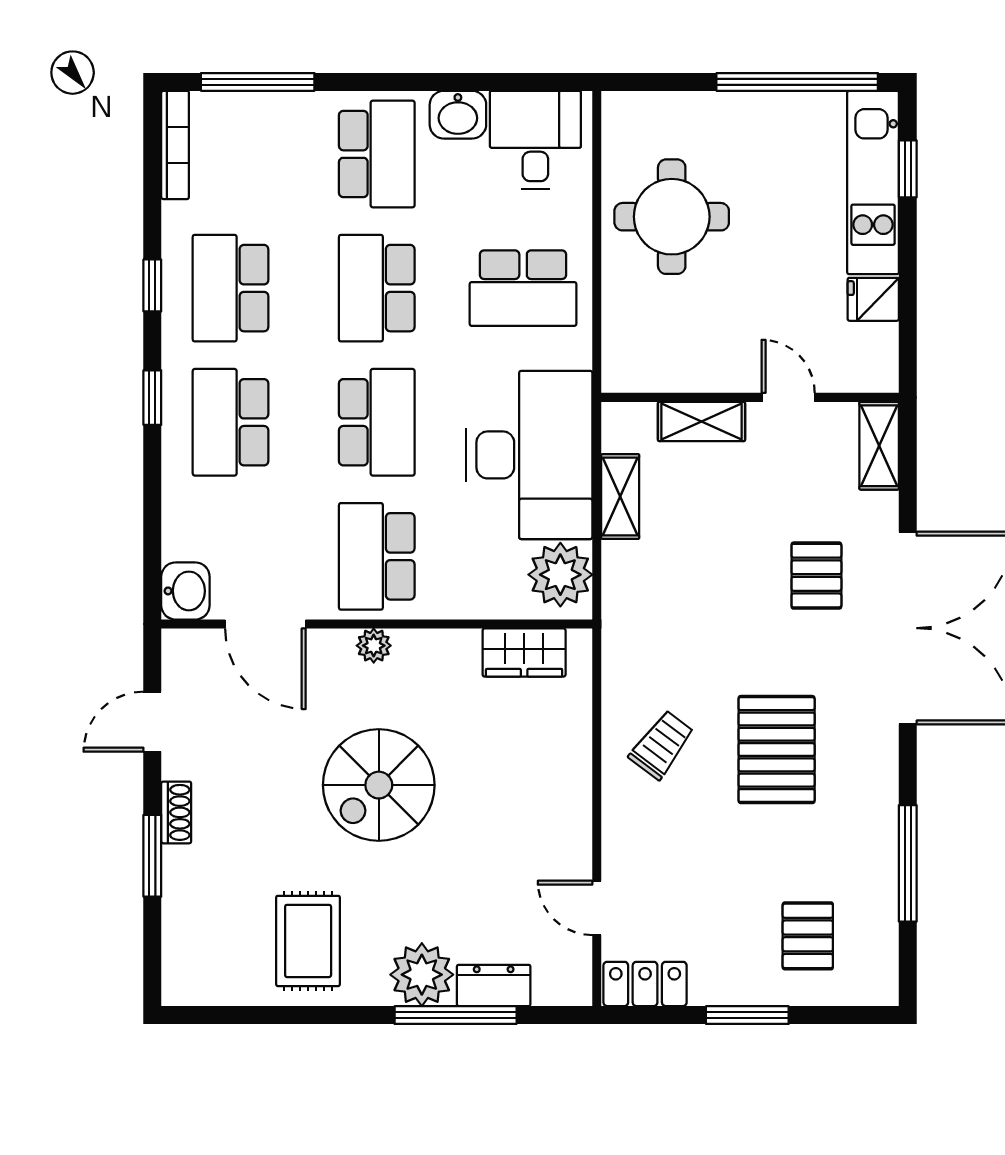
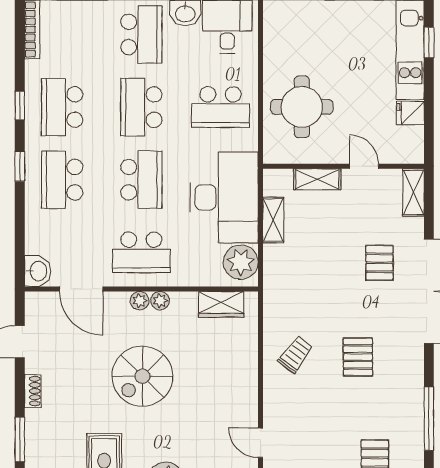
round table: (672, 217) -> (302, 107), moved
school desk: (377, 556) -> (141, 252), turned -90
plant: (411, 645) -> (160, 301), added
pallet: (777, 750) -> (358, 357), width x0.67, depth x0.71
window: (152, 856) -> (20, 439), moved

